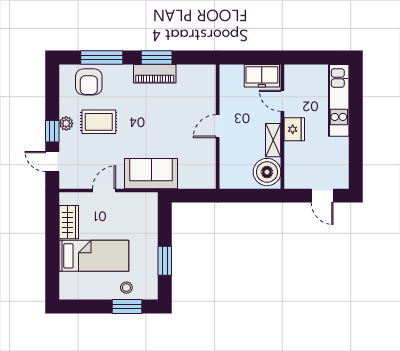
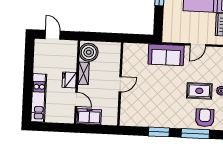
piano: (155, 74) -> (161, 121), removed

